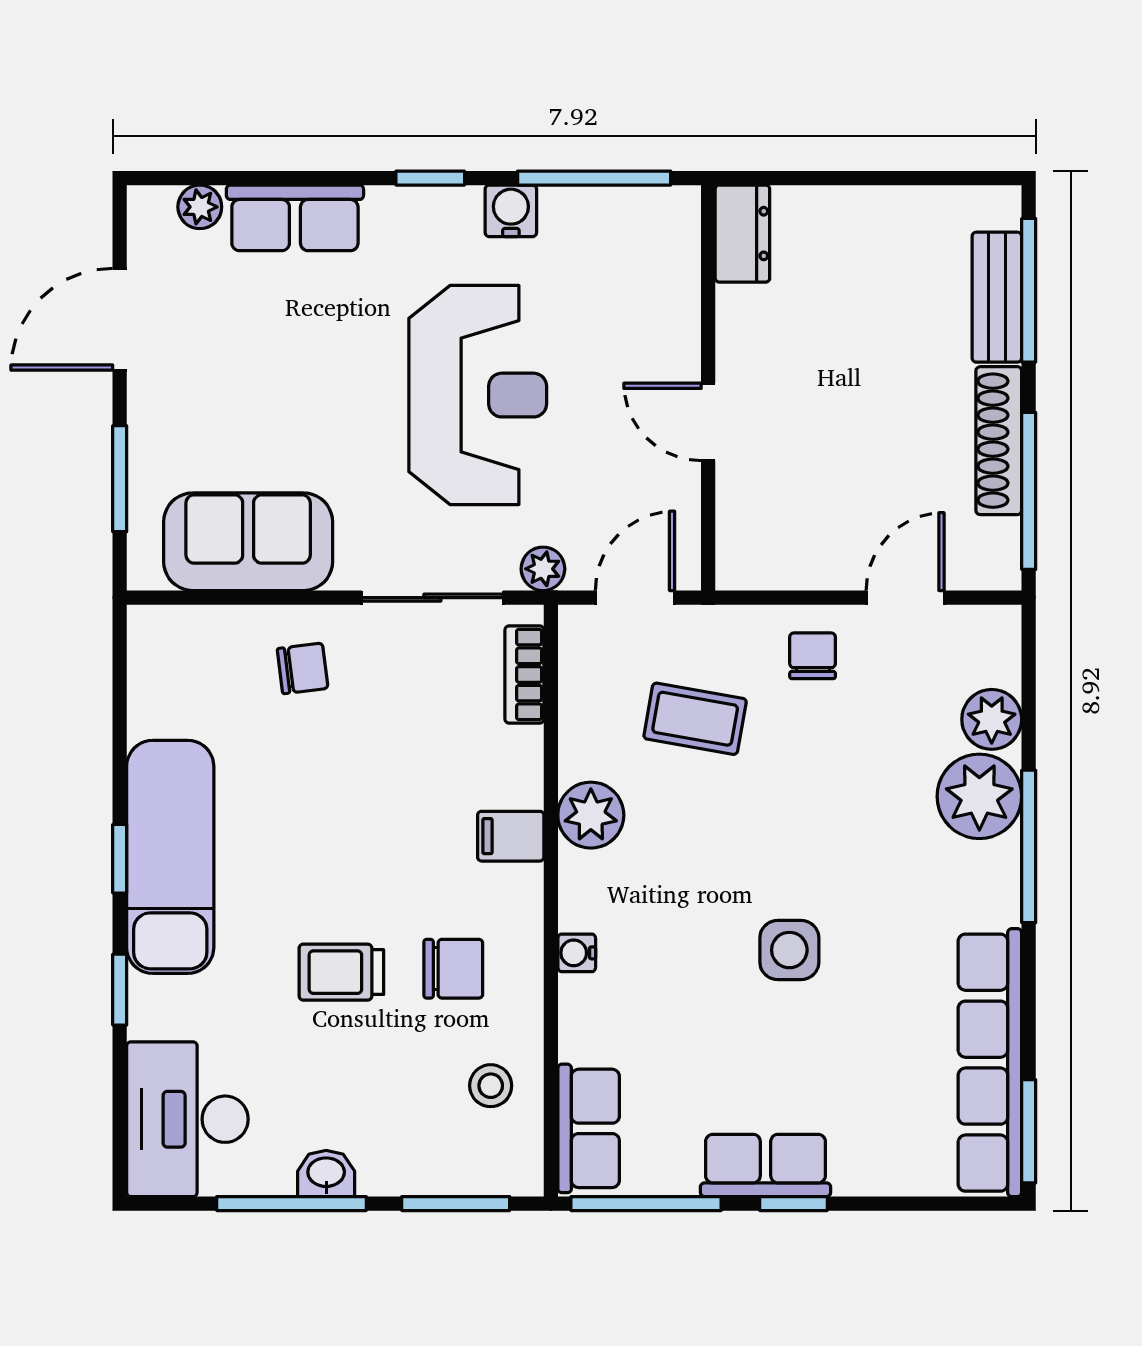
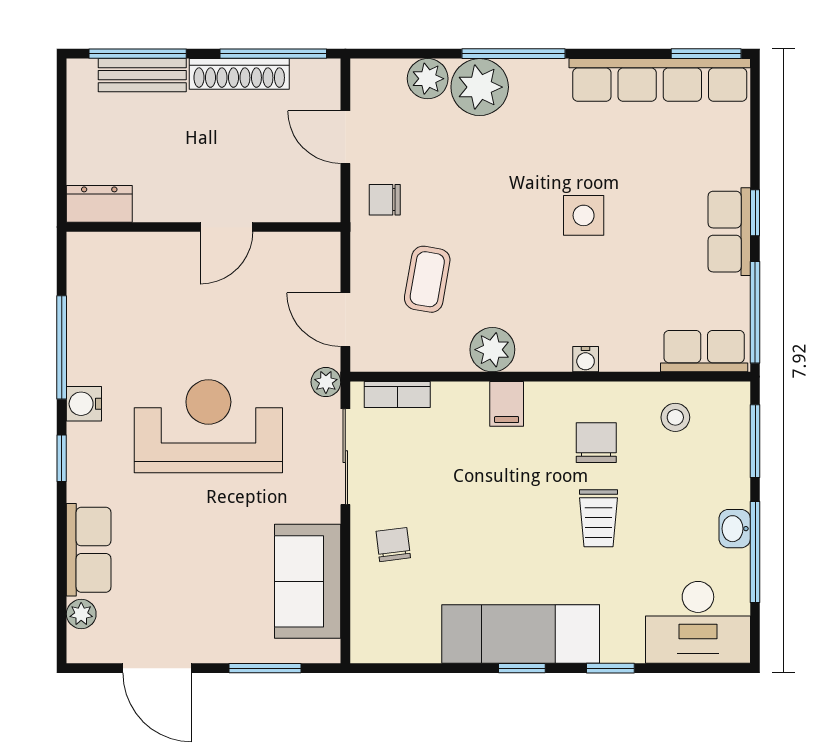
dresser: (742, 234) -> (99, 204), moved
wall: (708, 388) -> (204, 227), moved
door: (708, 422) -> (227, 227), moved

